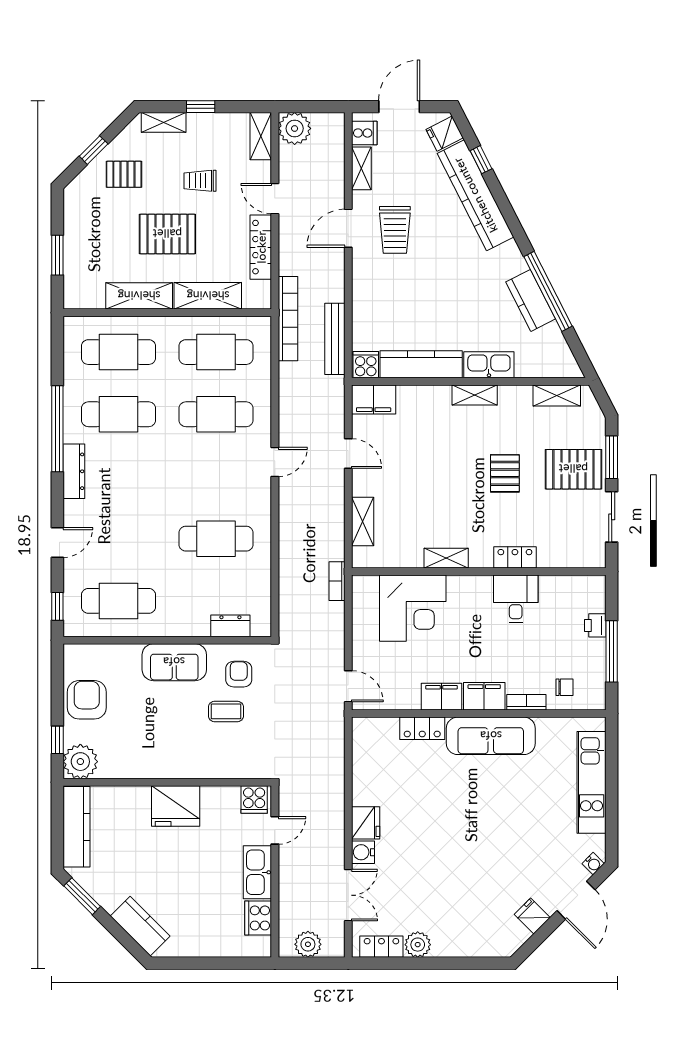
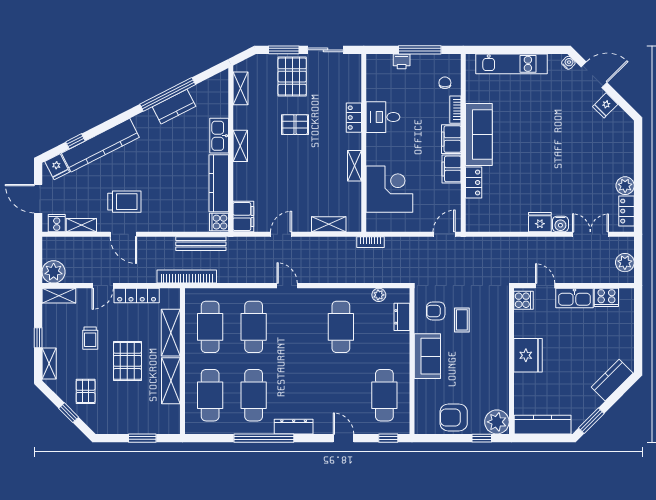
plant: (262, 593) -> (379, 295), added

